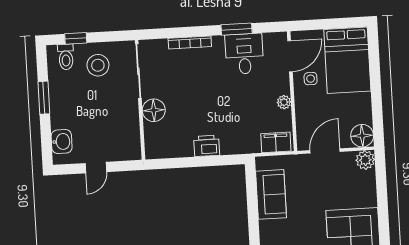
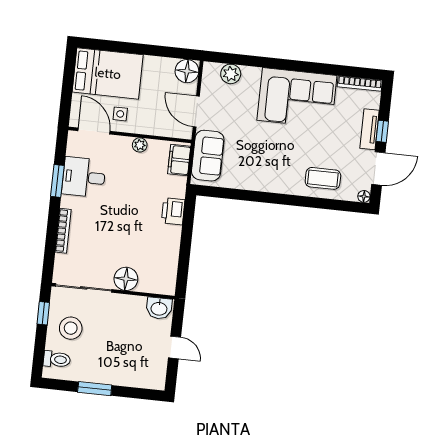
window: (76, 38) -> (43, 313), moved
washbasin: (62, 142) -> (159, 308), moved, turned 180
printer: (207, 146) -> (173, 211), moved
plant: (365, 160) -> (231, 74), moved
sofa: (271, 194) -> (208, 156), moved, turned 90

